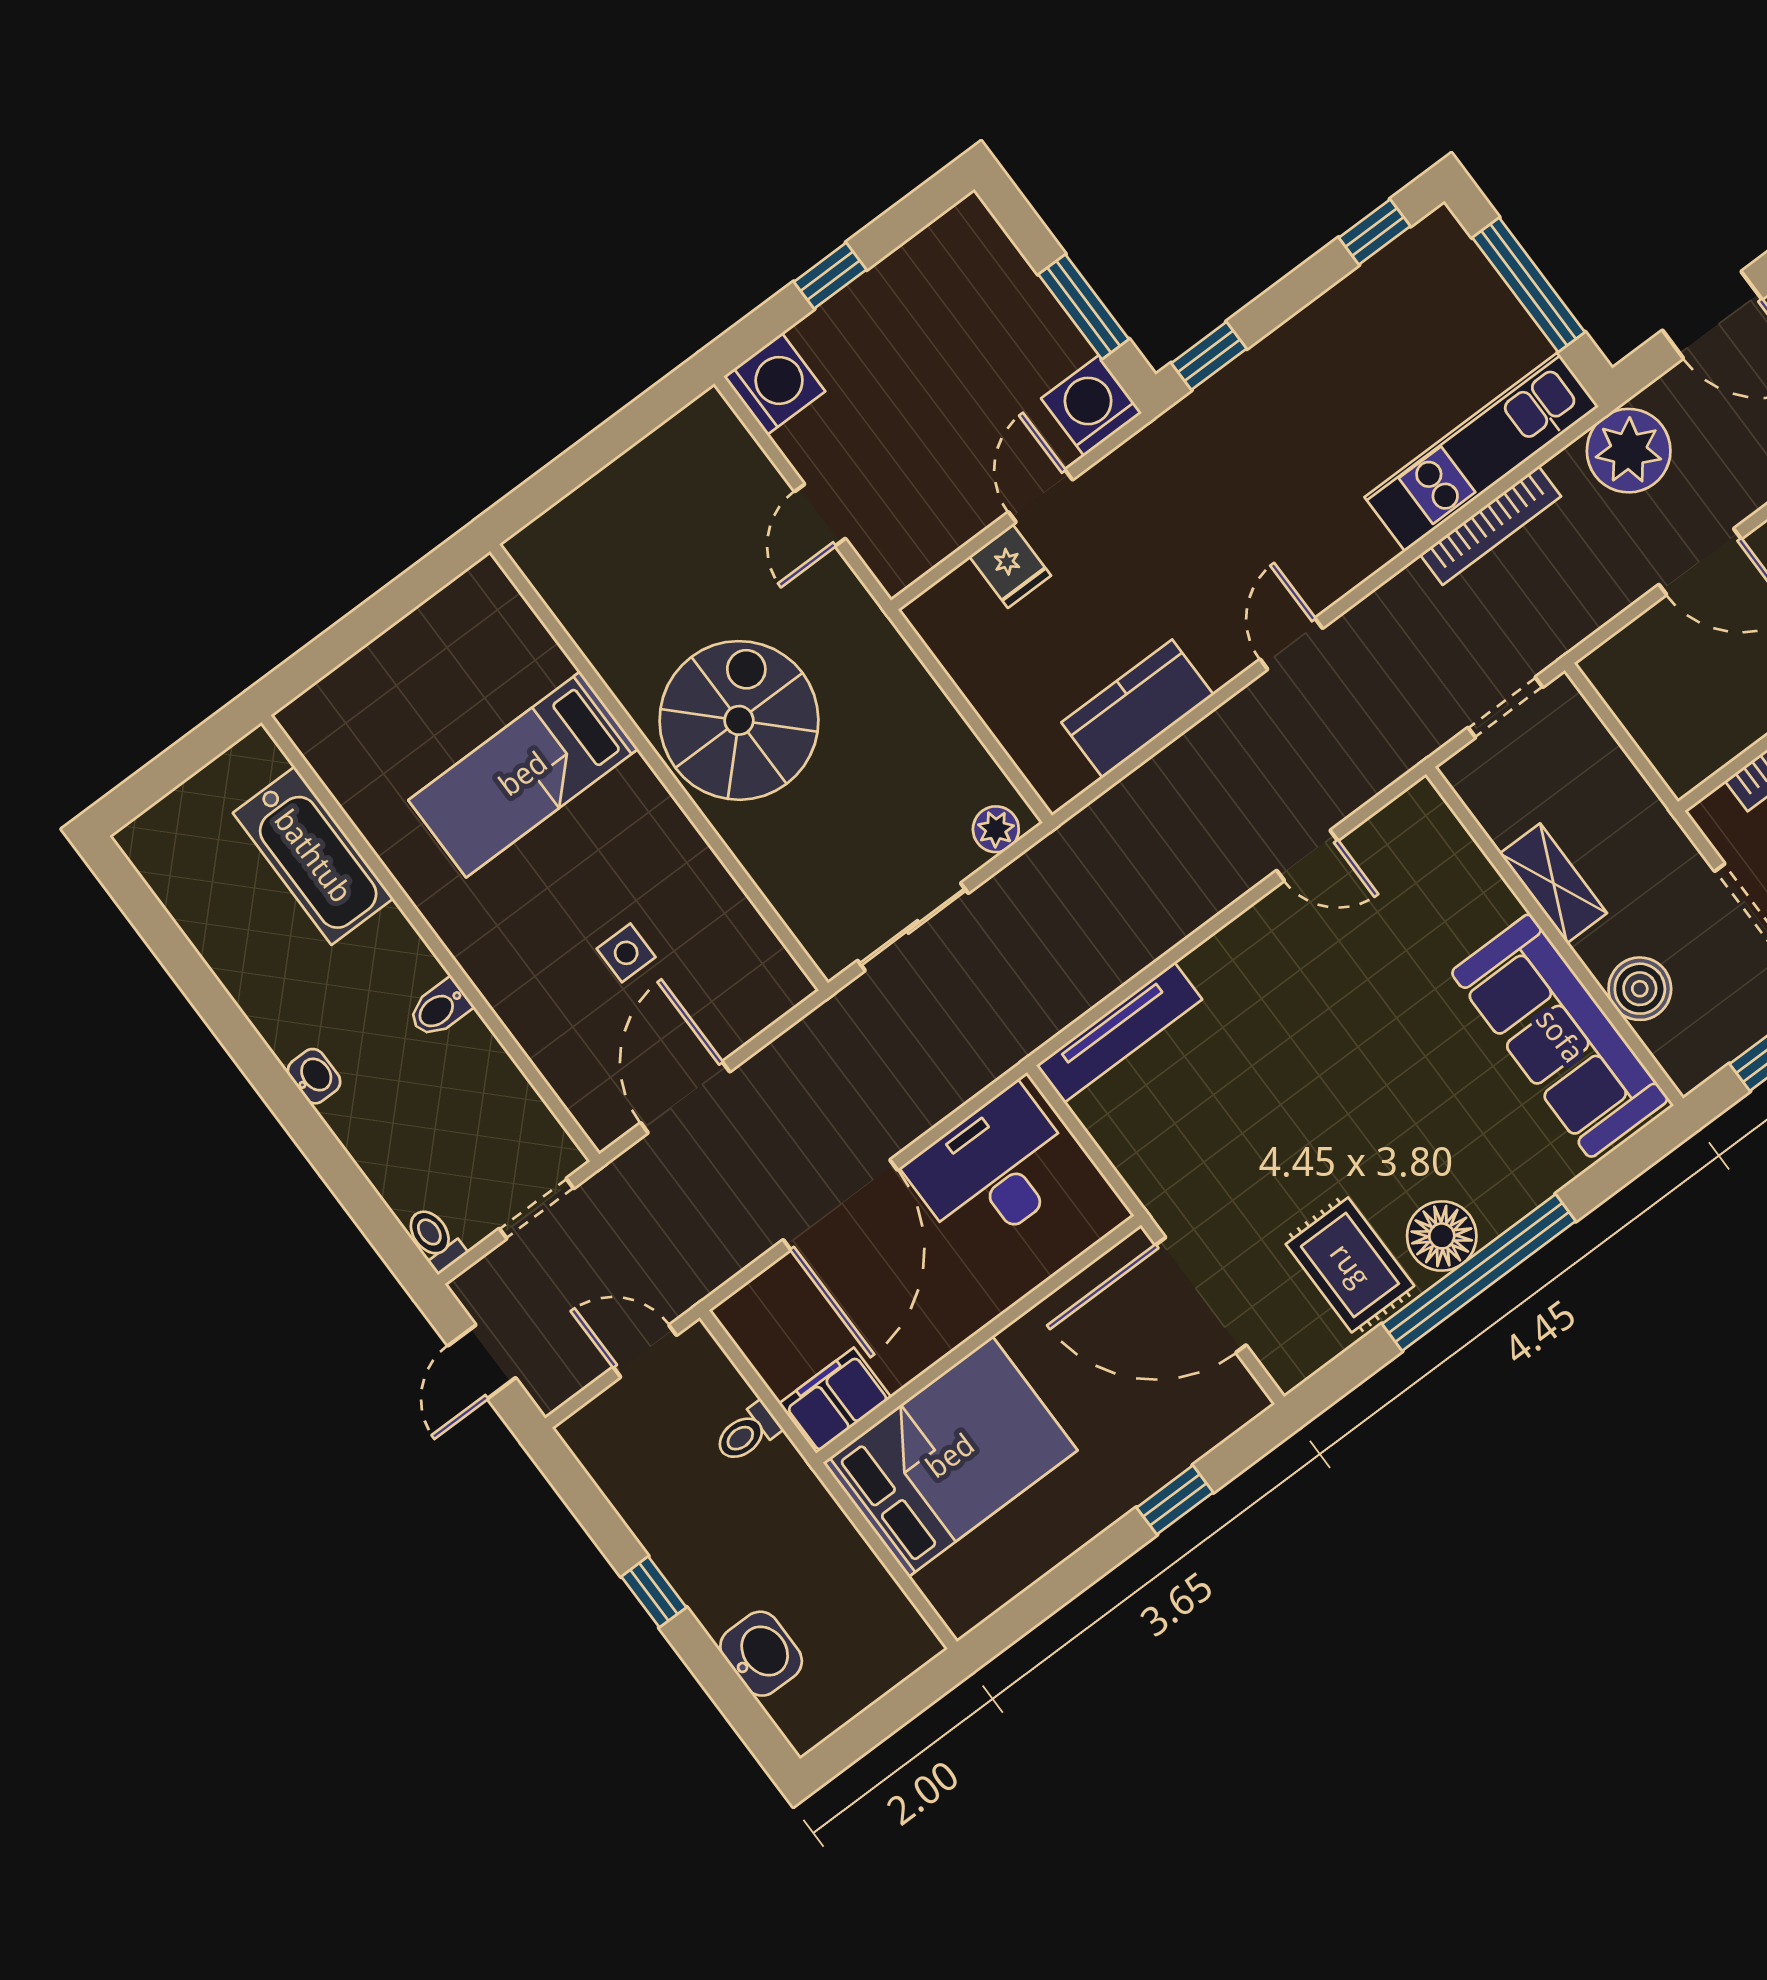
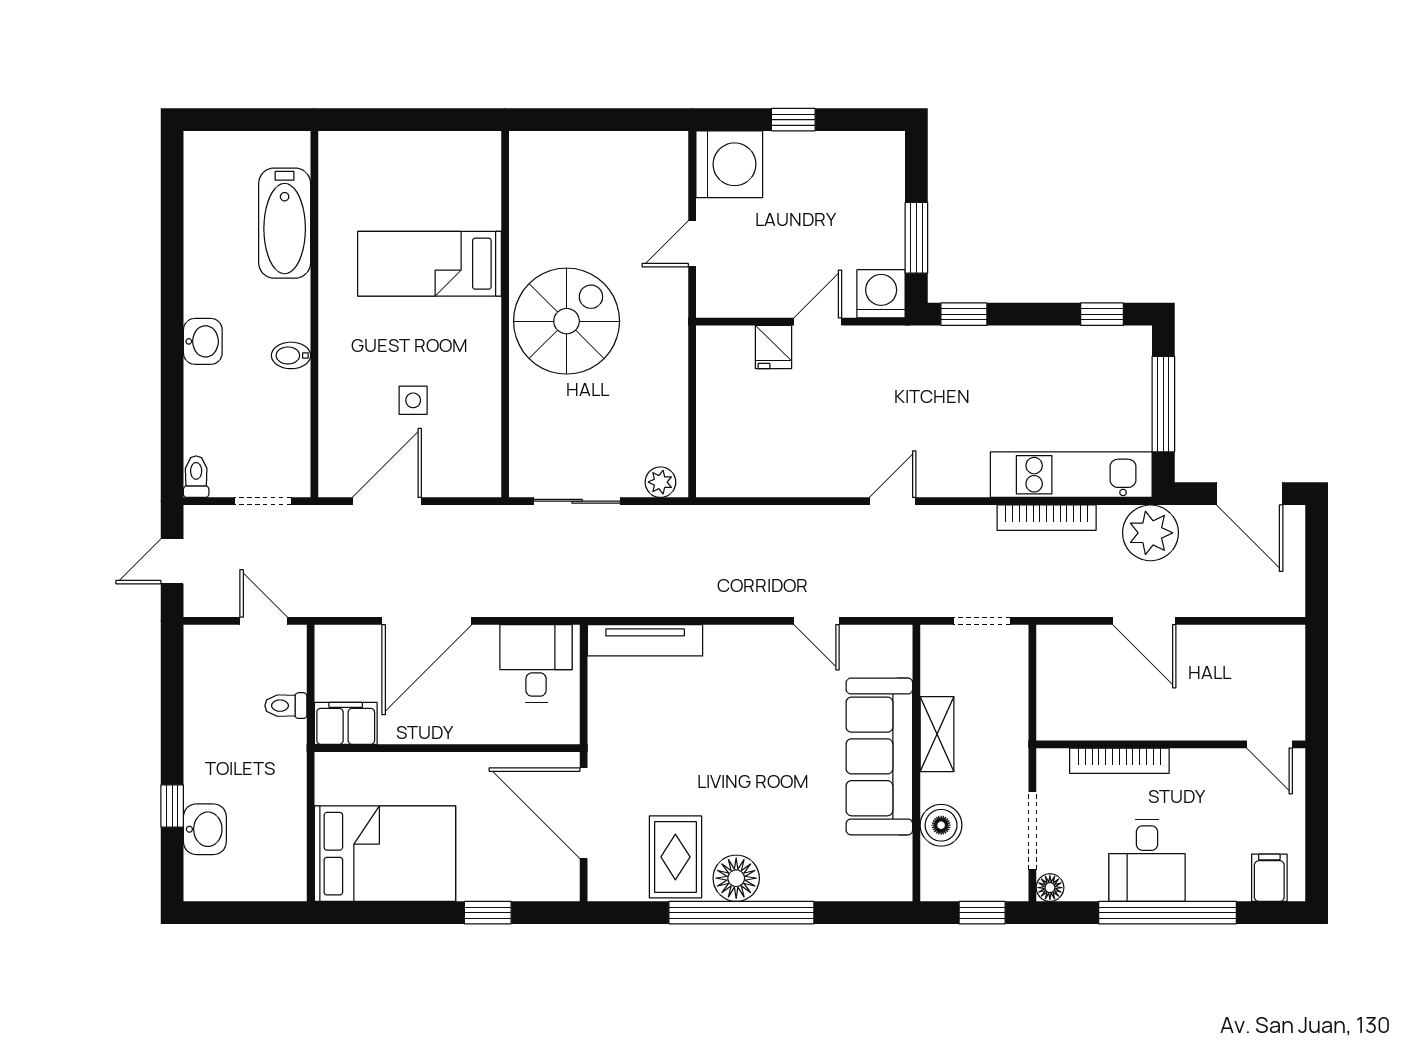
washing machine: (774, 384) -> (729, 164), width x1.37, depth x1.37
kitchen counter: (1137, 709) -> (784, 474), removed
sofa: (1560, 1036) -> (879, 756), moved
washbasin: (314, 1076) -> (203, 341), width x1.38, depth x1.45
desk: (993, 1170) -> (536, 664), width x0.73
bed: (950, 1456) -> (385, 854), moved
window: (654, 1592) -> (172, 806), moved

